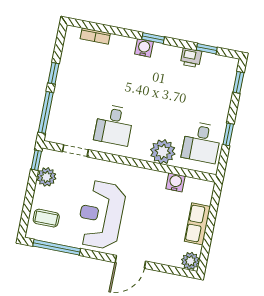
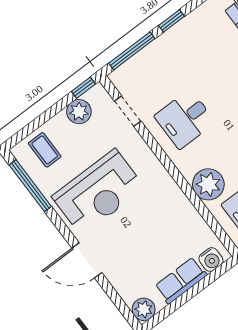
water cooler: (175, 182) -> (211, 260), moved, turned 90
reception desk: (101, 215) -> (98, 192), turned 180

